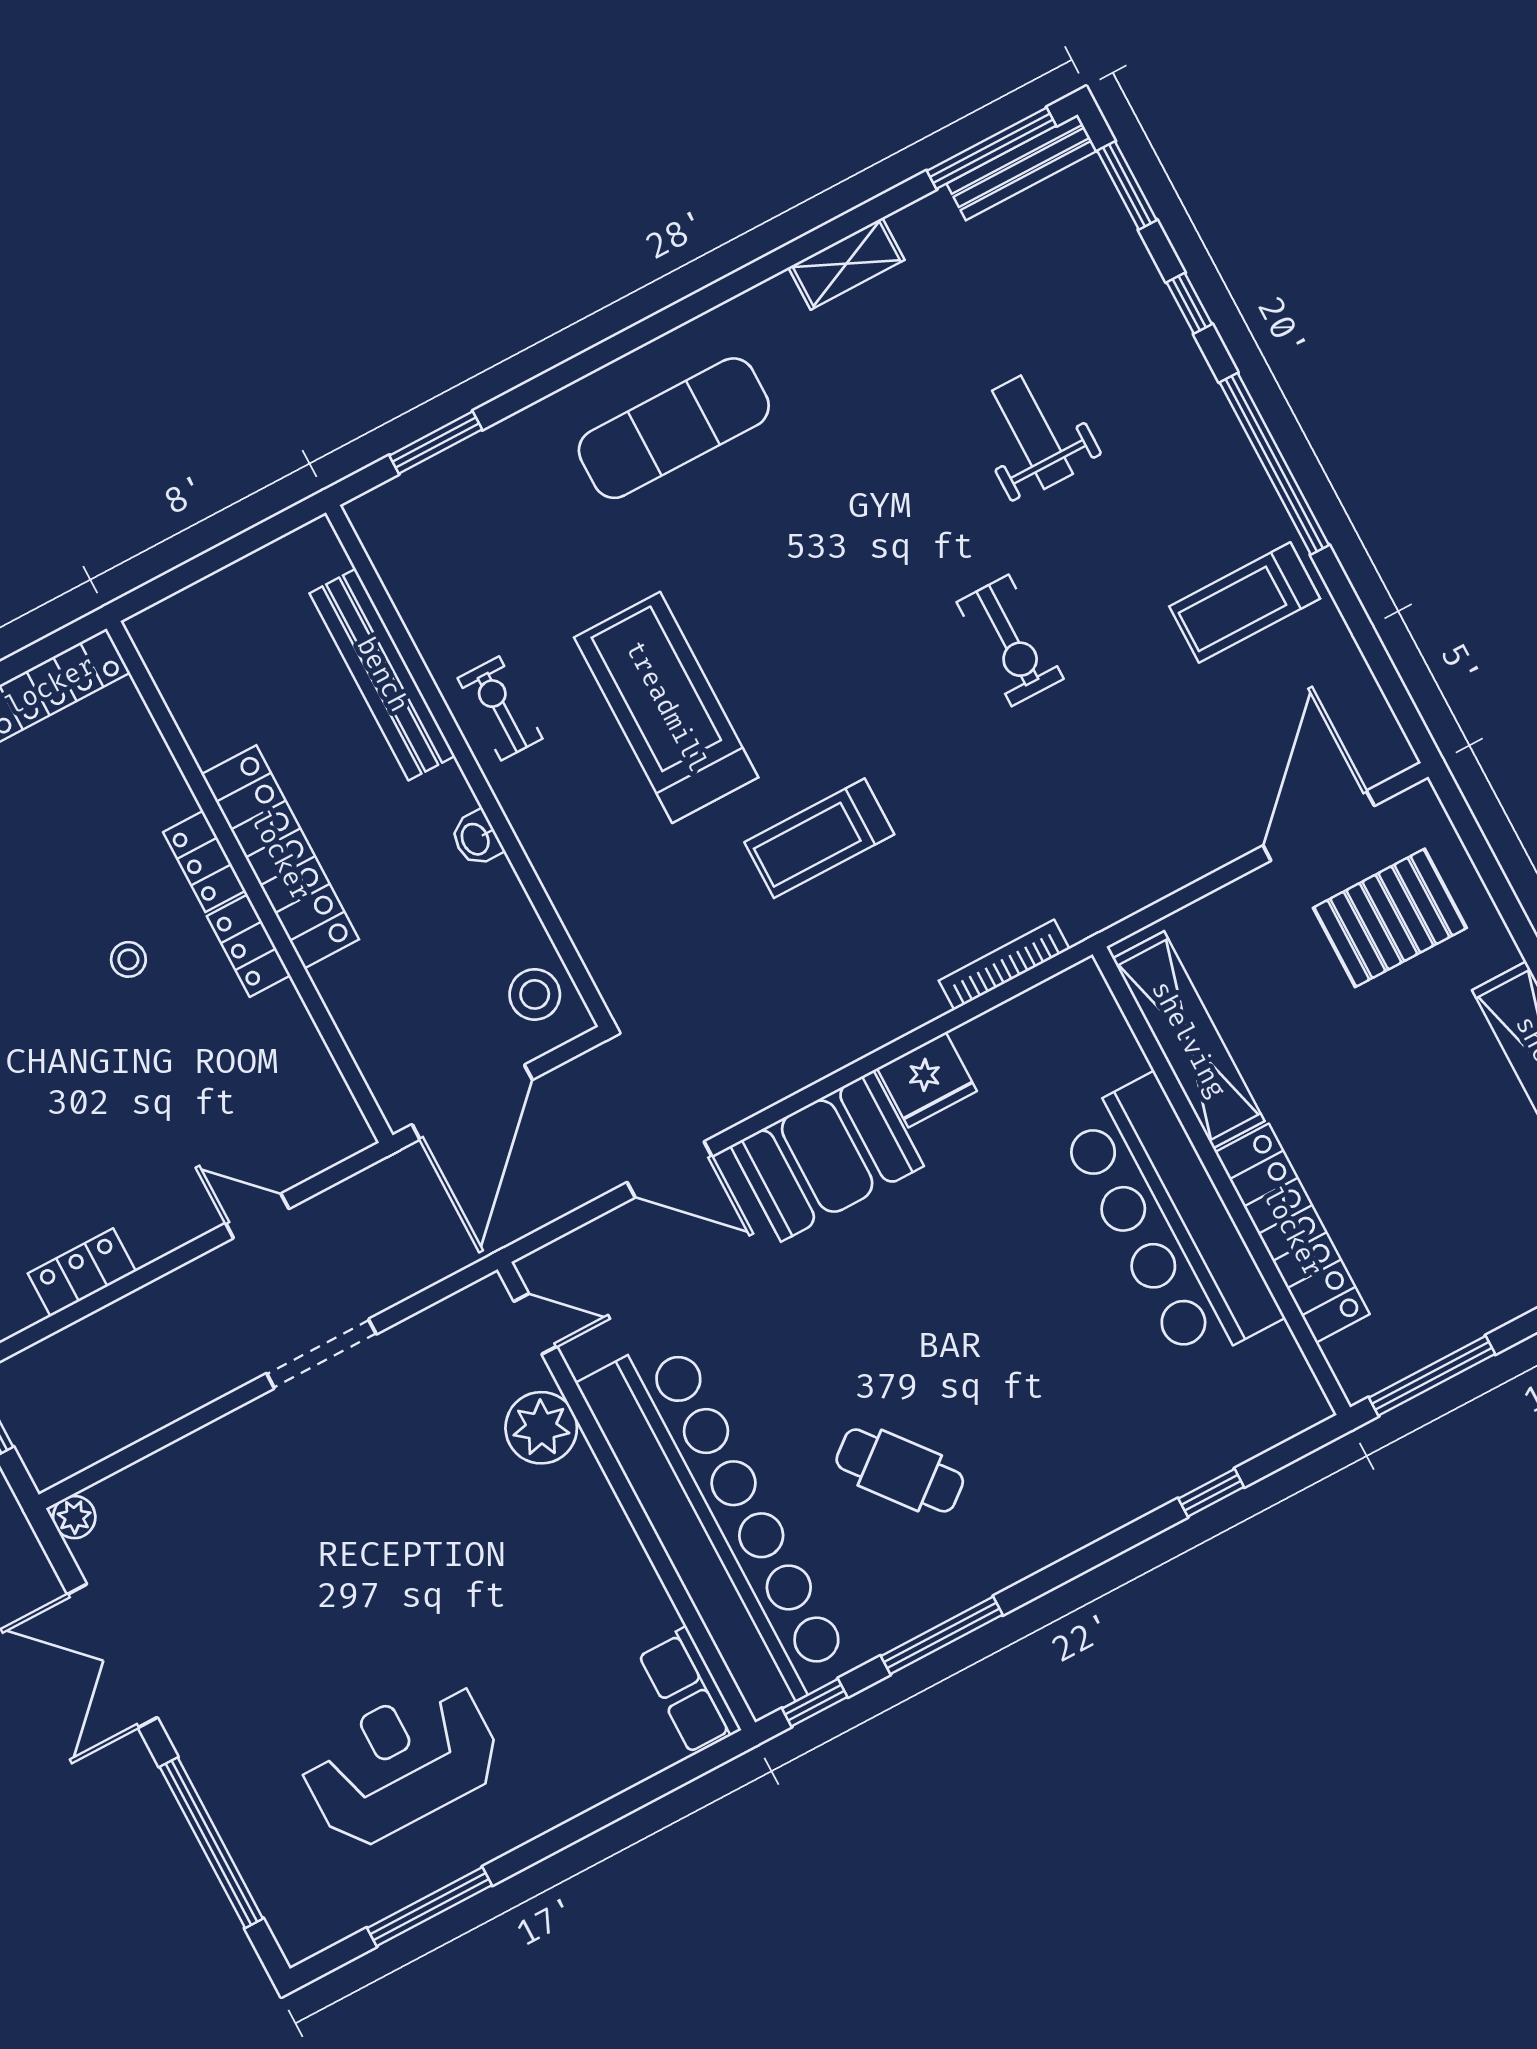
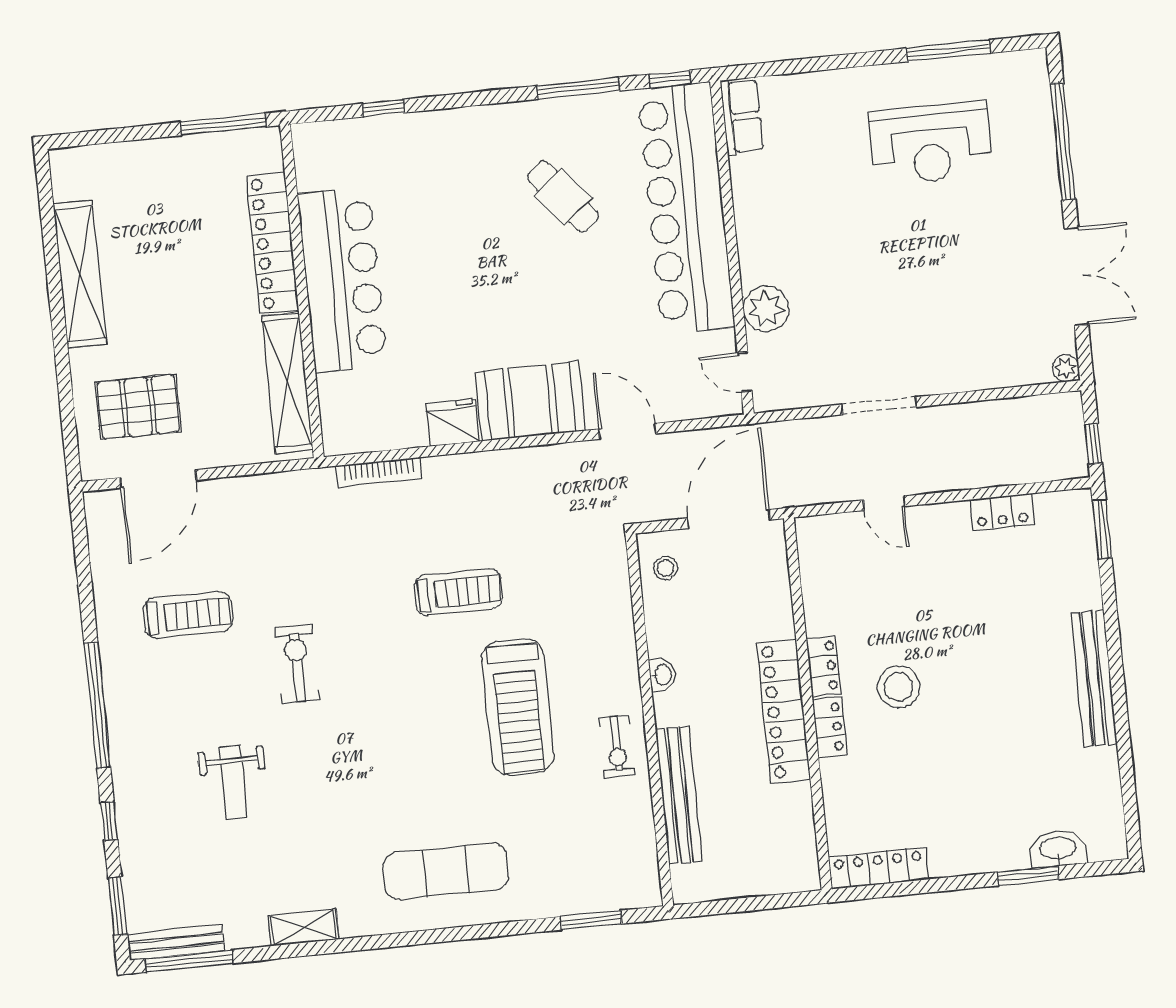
treadmill: (1245, 602) -> (188, 615), moved
stool: (128, 959) -> (899, 687), width x1.89, depth x1.89
stool: (535, 994) -> (665, 568), width x0.73, depth x0.73

